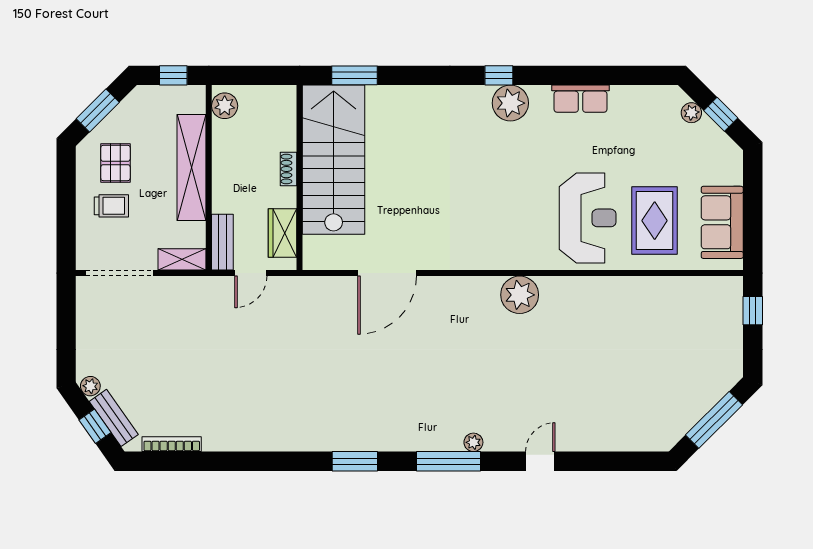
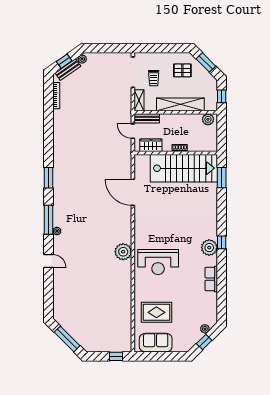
trolley: (111, 206) -> (154, 78), moved
reception desk: (588, 218) -> (158, 262), moved

